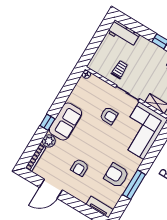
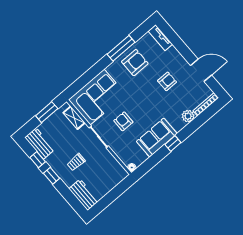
trolley: (120, 70) -> (76, 162), moved
sofa: (65, 121) -> (157, 137), moved
window: (47, 122) -> (173, 144), moved
armchair: (116, 175) -> (135, 63), turned -90

